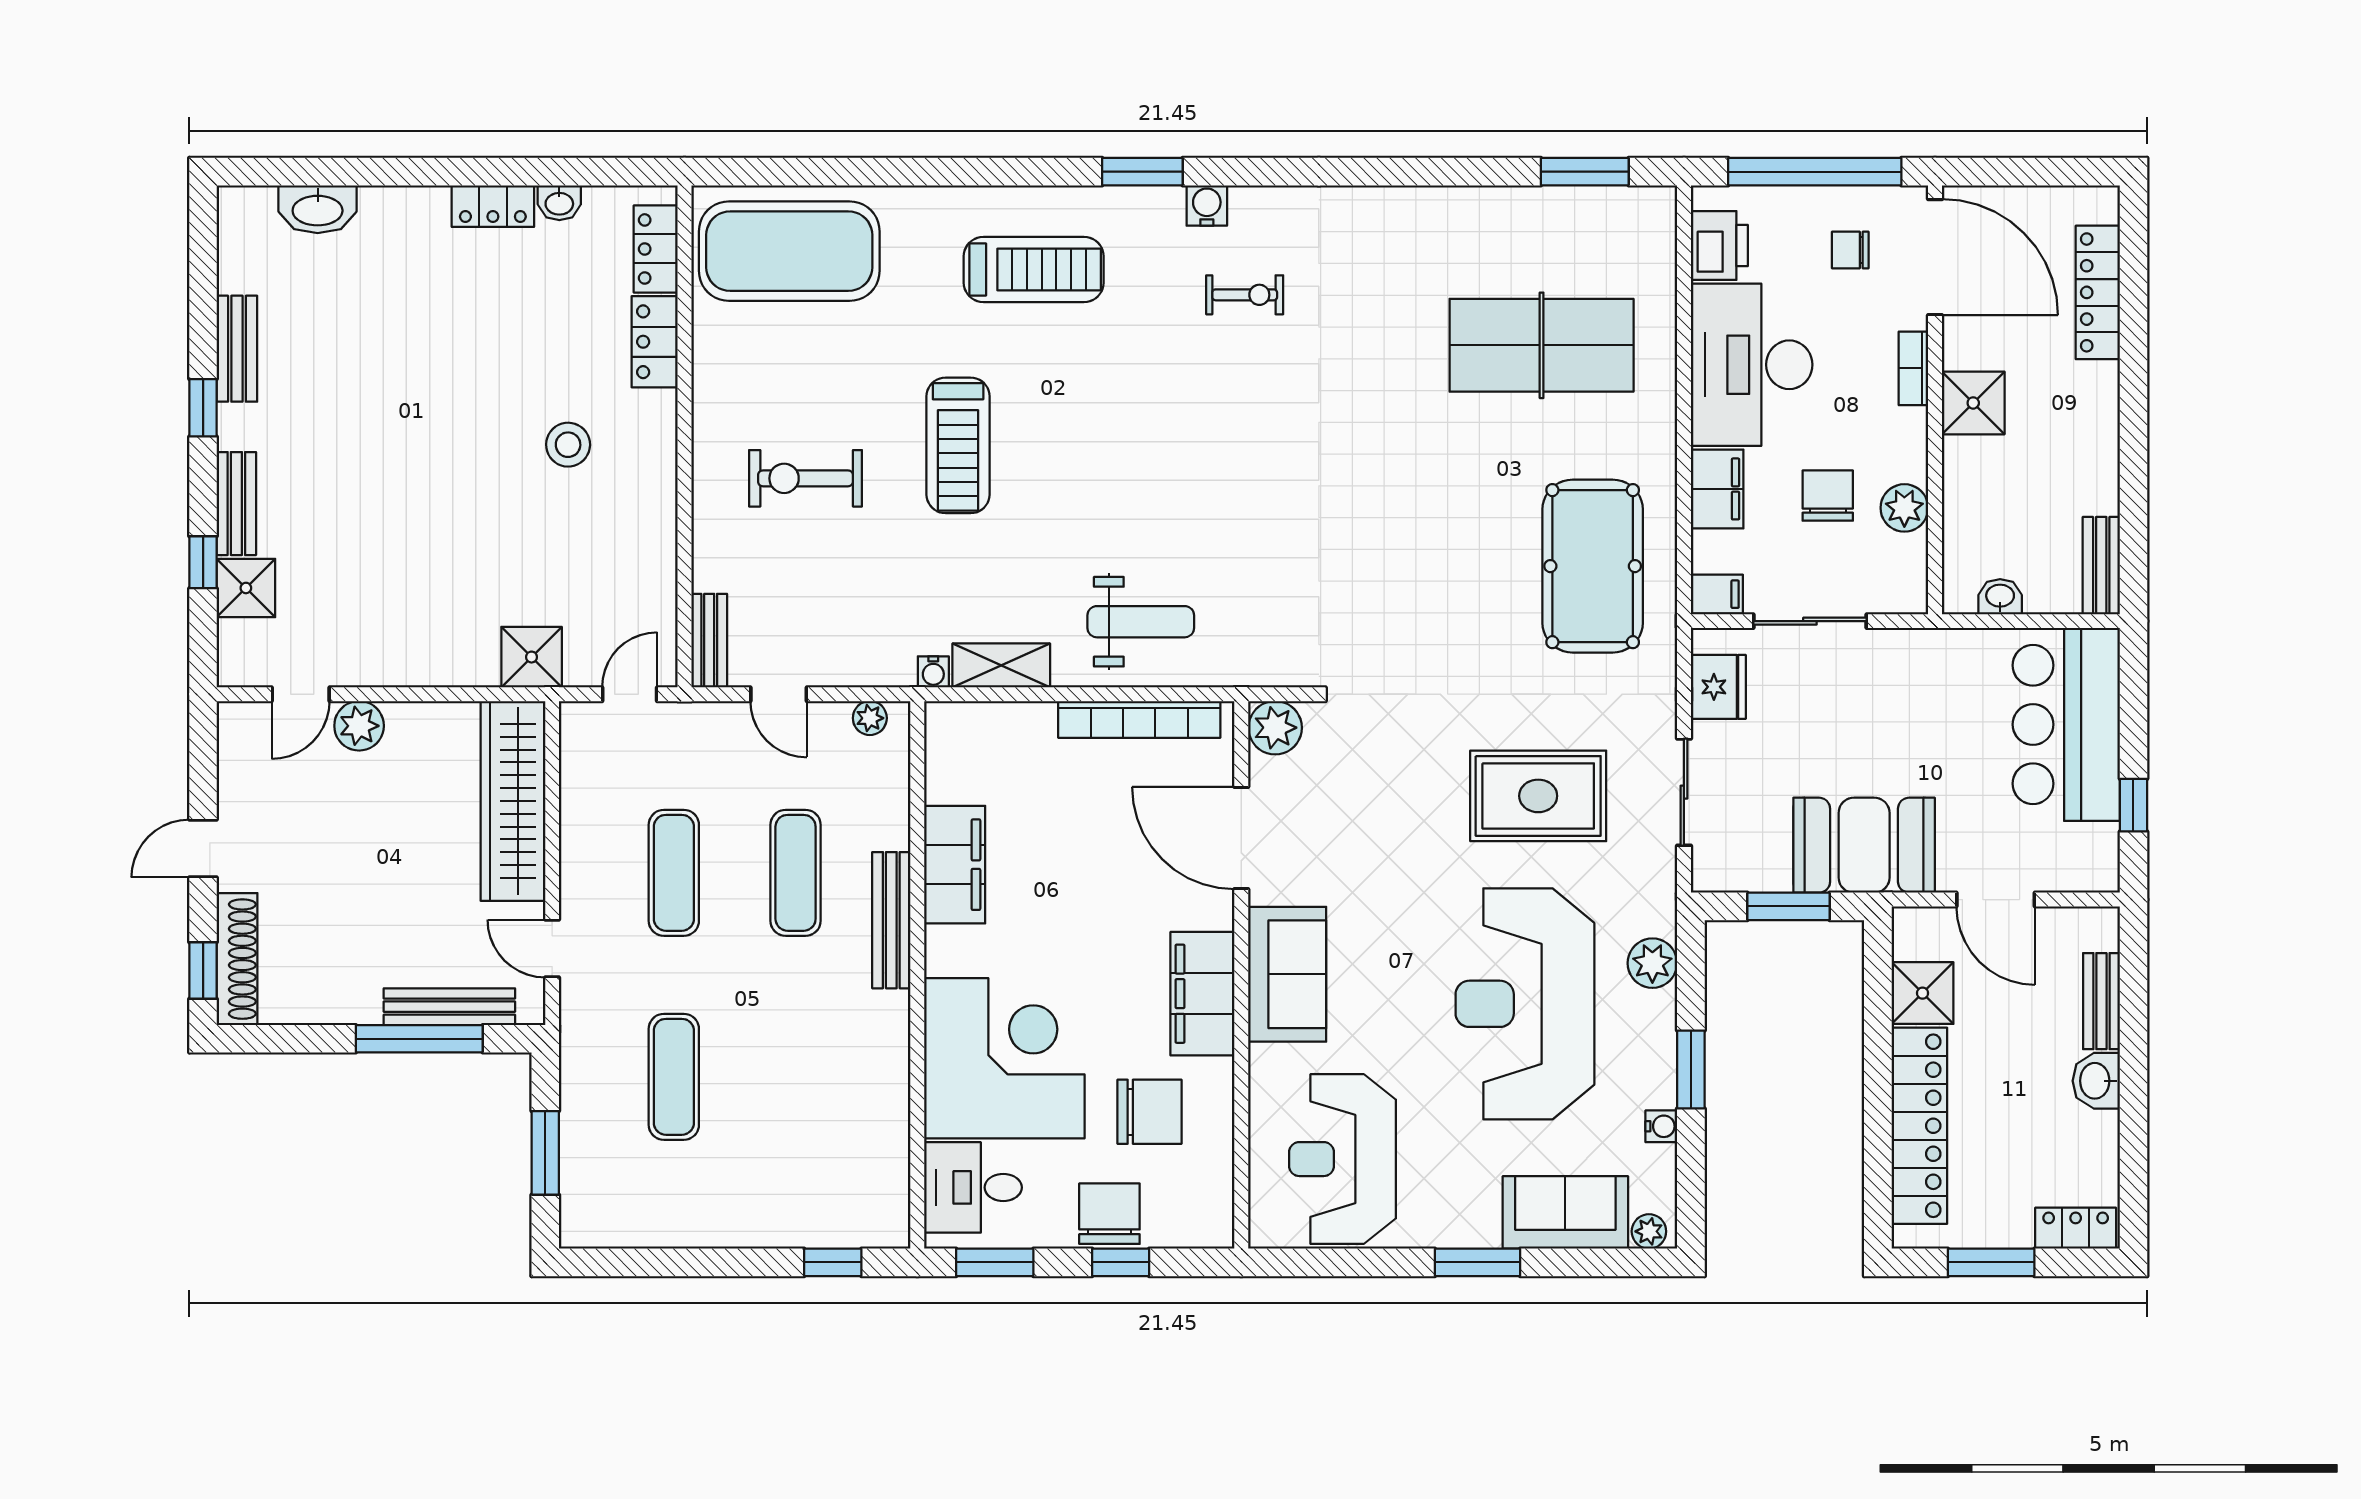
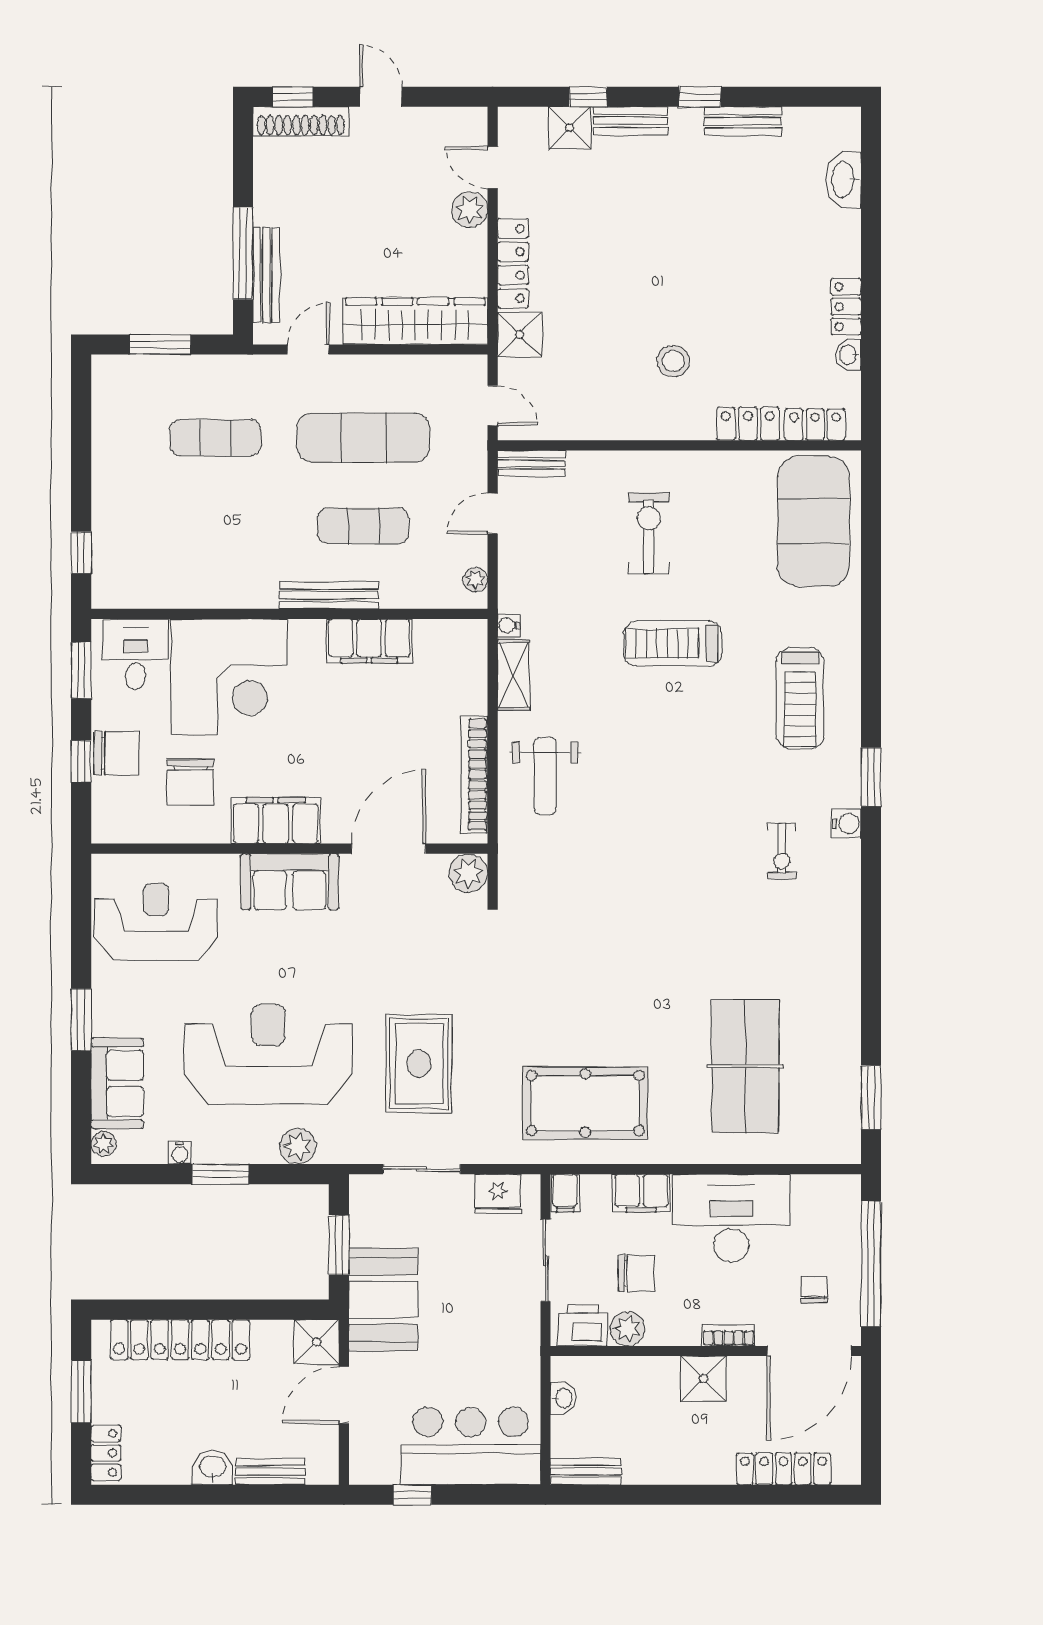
printer: (1719, 245) -> (583, 1325), moved, turned 180
locker: (433, 666) -> (513, 263), added
exercise mat: (674, 873) -> (363, 438), width x1.36, depth x1.45
shower: (1923, 993) -> (317, 1342), moved

